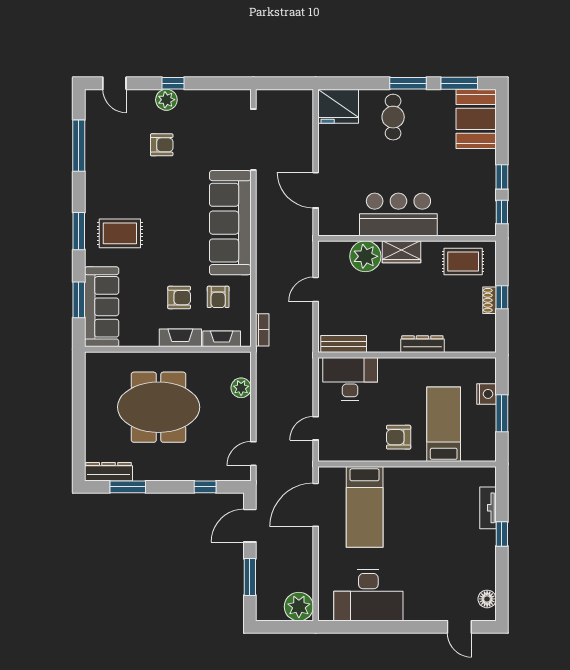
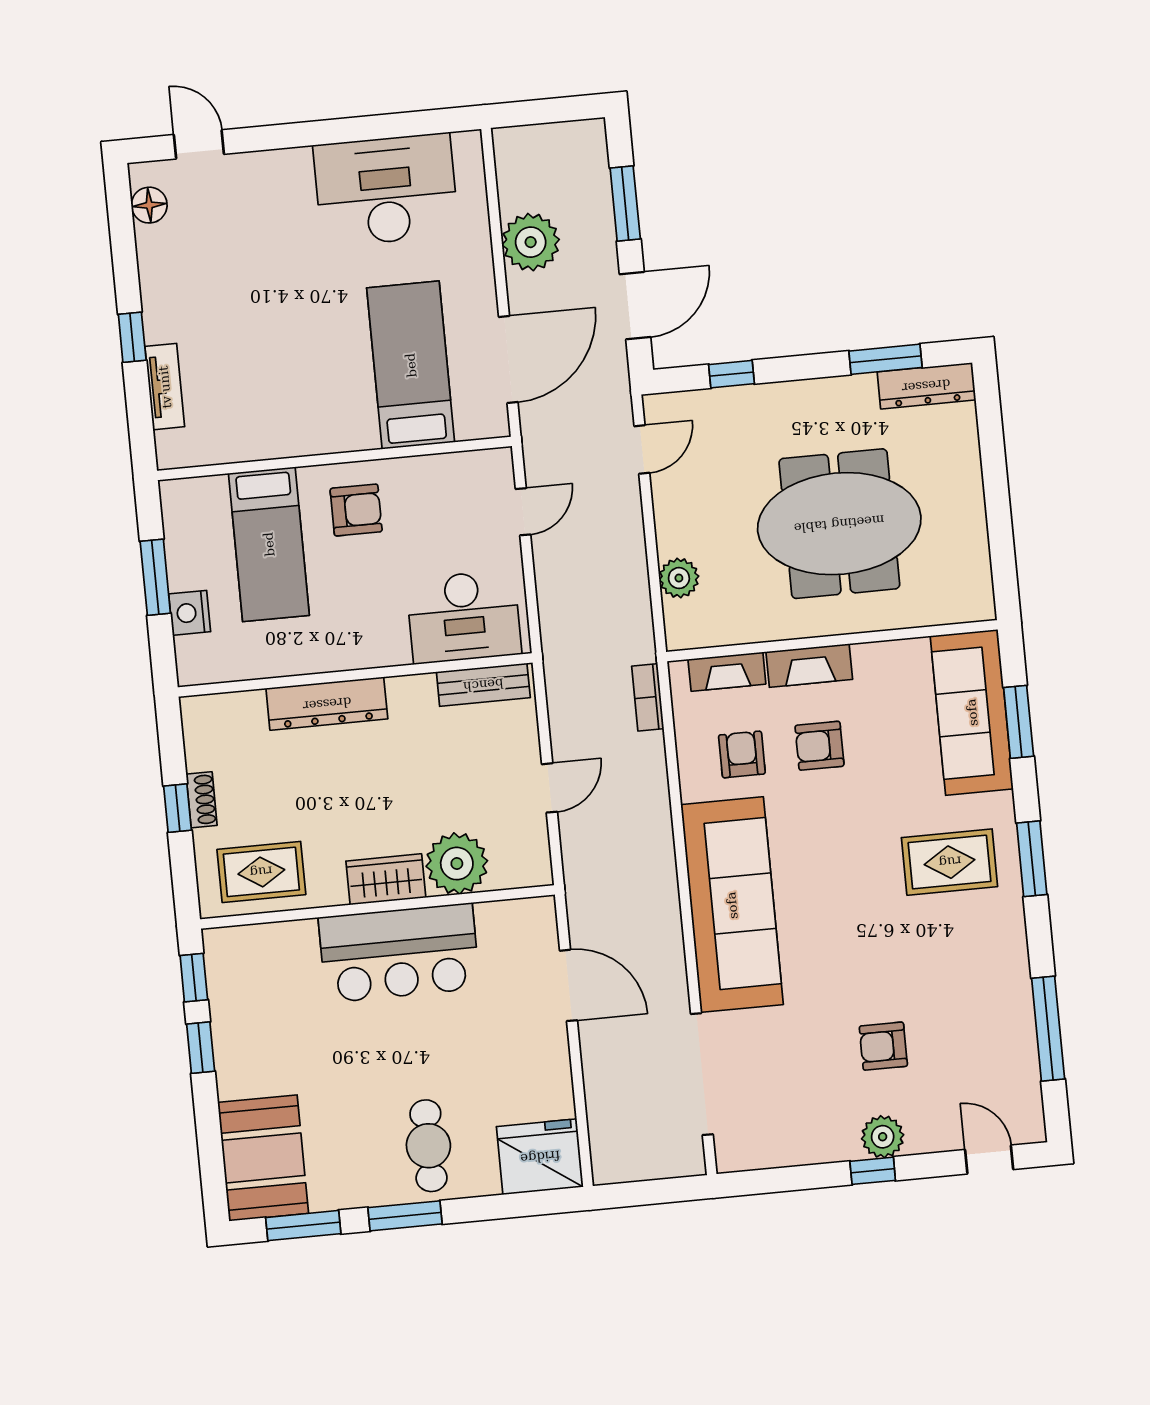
dresser: (422, 344) -> (327, 704), width x1.37, depth x1.24
plant: (299, 607) -> (531, 242), moved

